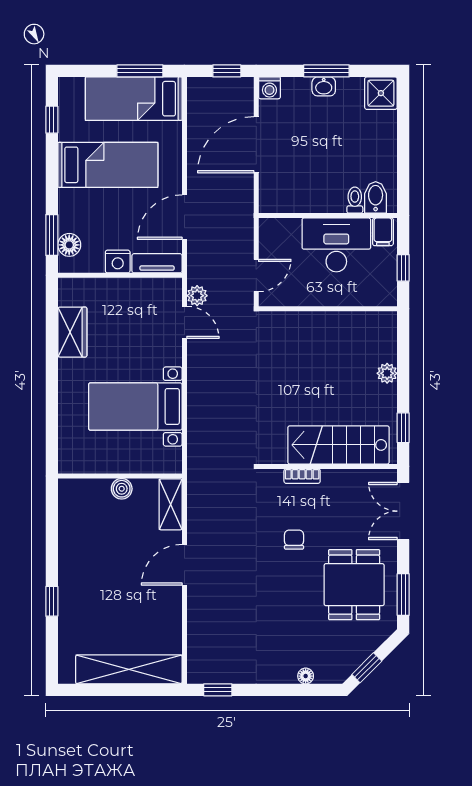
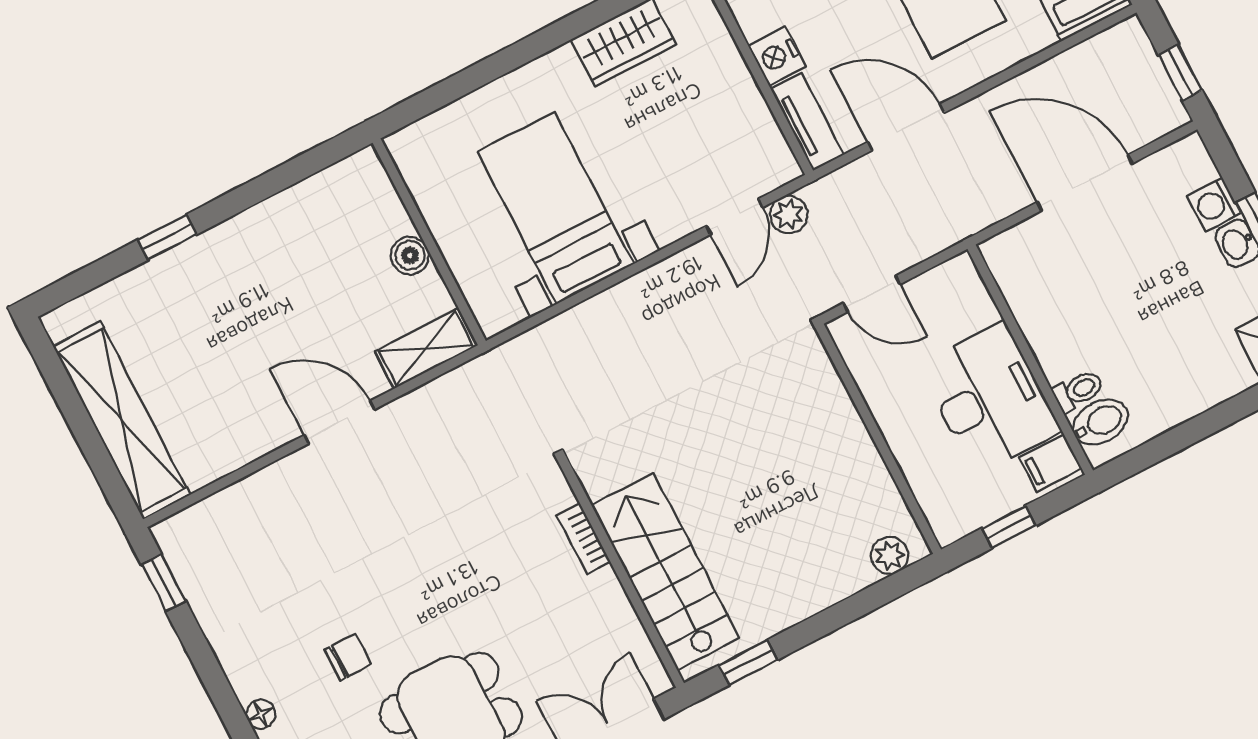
washing machine: (269, 88) -> (1214, 205), moved
plant: (387, 373) -> (890, 556), moved
chair: (294, 540) -> (348, 657), moved

